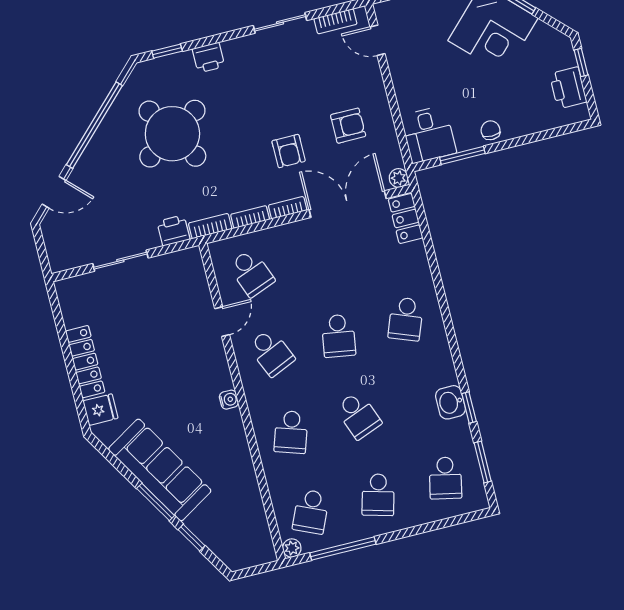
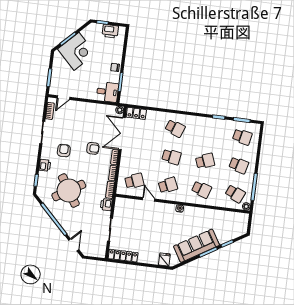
armchair: (348, 126) -> (64, 151), moved
locker: (85, 362) -> (123, 256), moved
washbasin: (450, 402) -> (214, 124), removed

